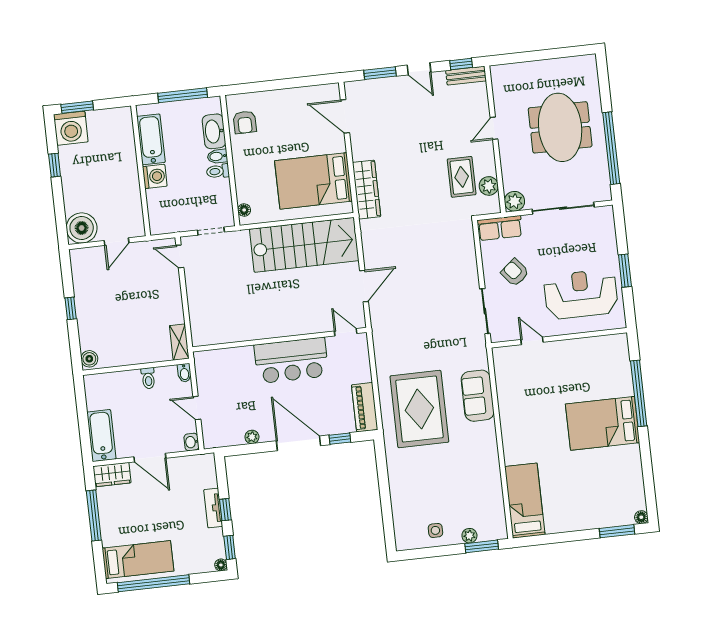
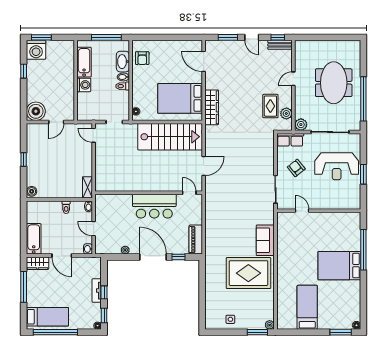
reception desk: (581, 294) -> (337, 166), moved, turned 180
rug: (419, 409) -> (248, 273), moved, turned 90
bed: (525, 501) -> (307, 307), moved
plant: (469, 536) -> (270, 325), moved

